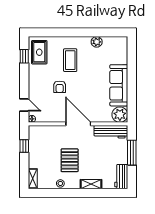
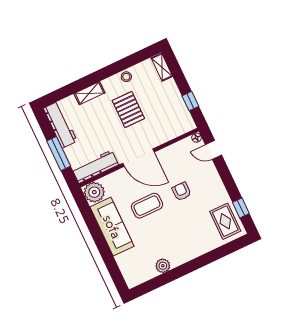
coffee table: (70, 60) -> (147, 206), moved, turned 90
workbench: (121, 177) -> (60, 125), width x1.38

